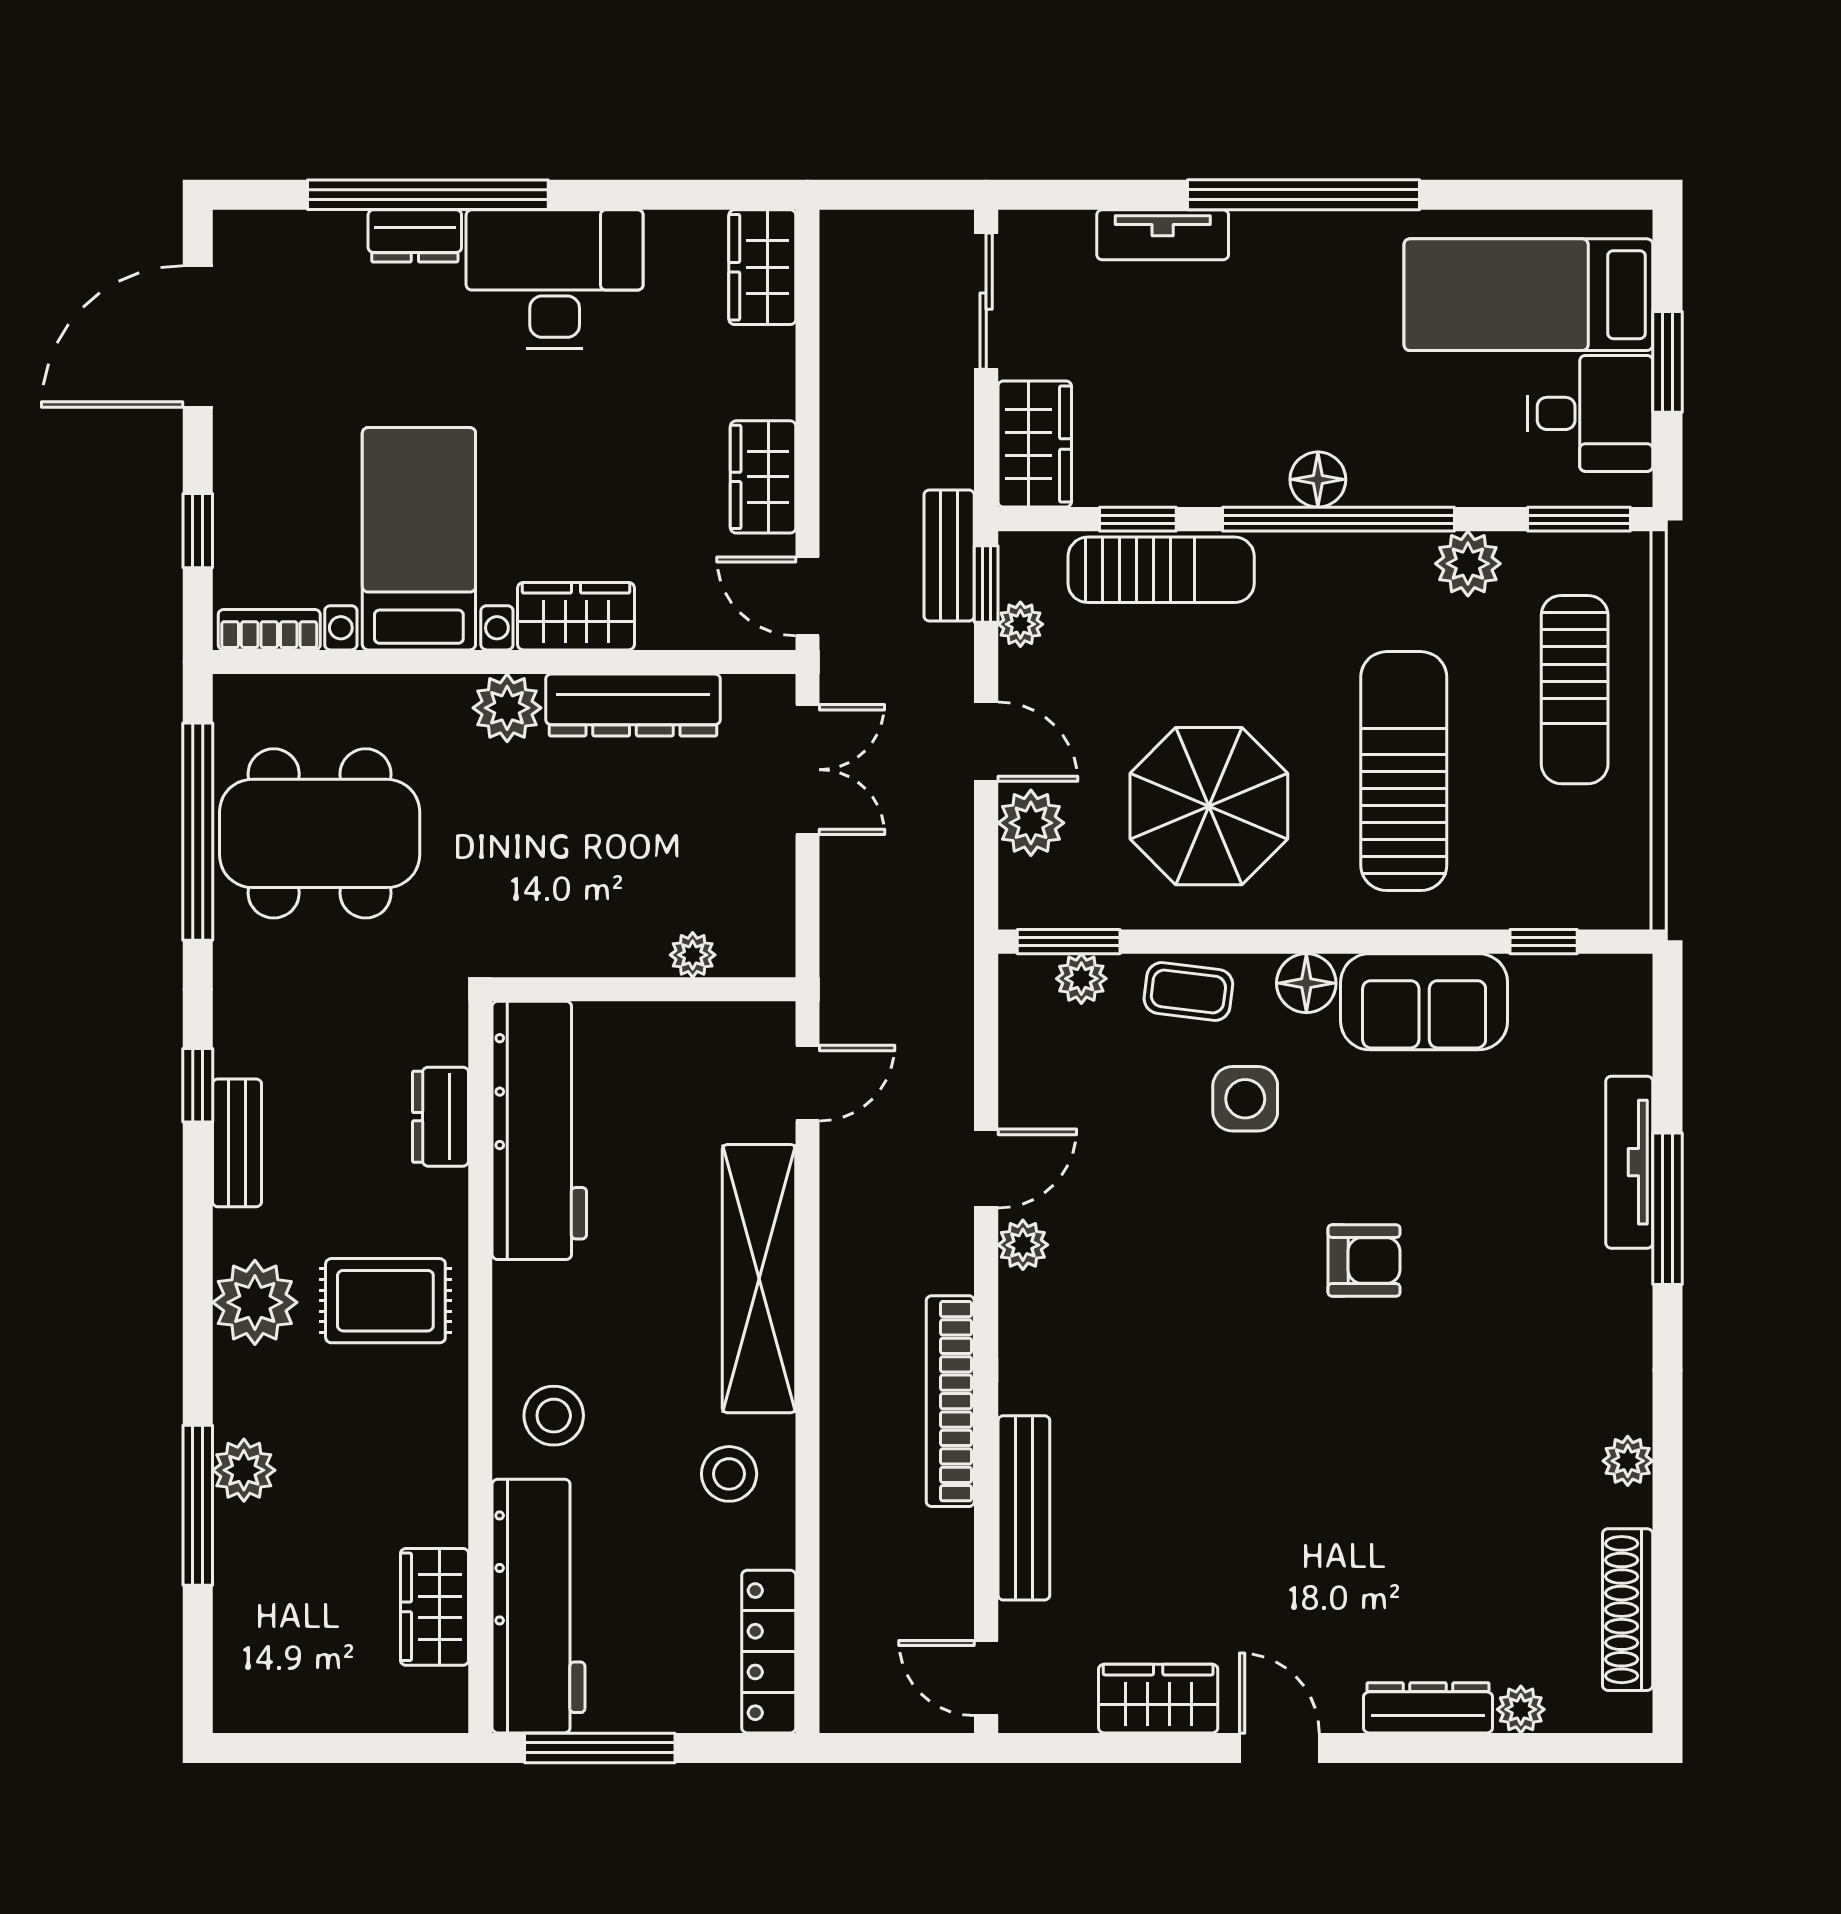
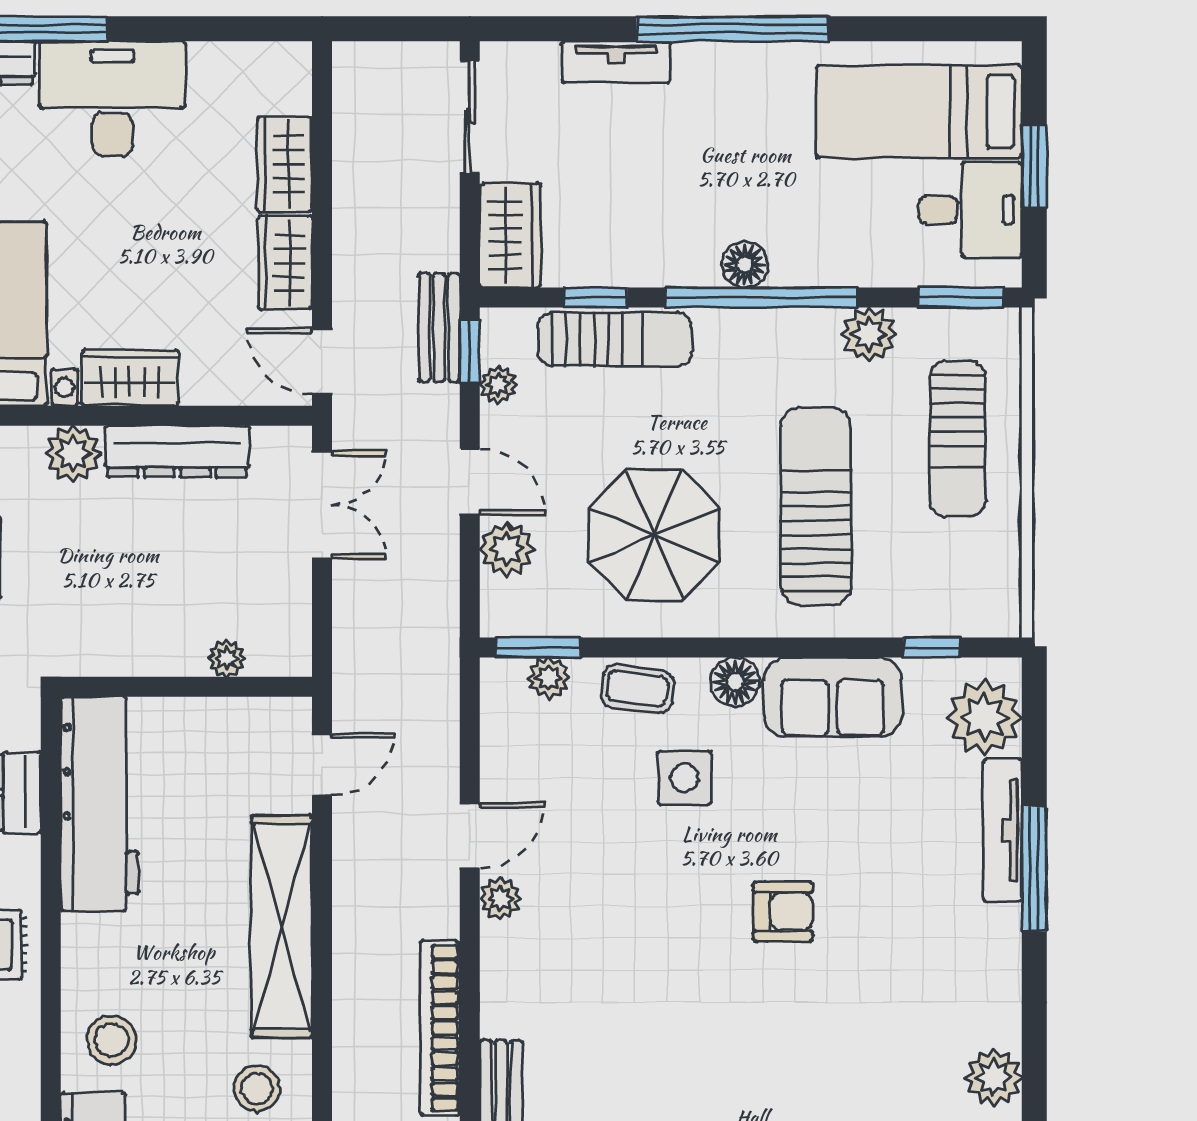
wardrobe: (762, 267) -> (284, 164), moved
plant: (1607, 1026) -> (984, 717), added
plant: (1628, 1461) -> (994, 1078), width x1.38, depth x1.38

